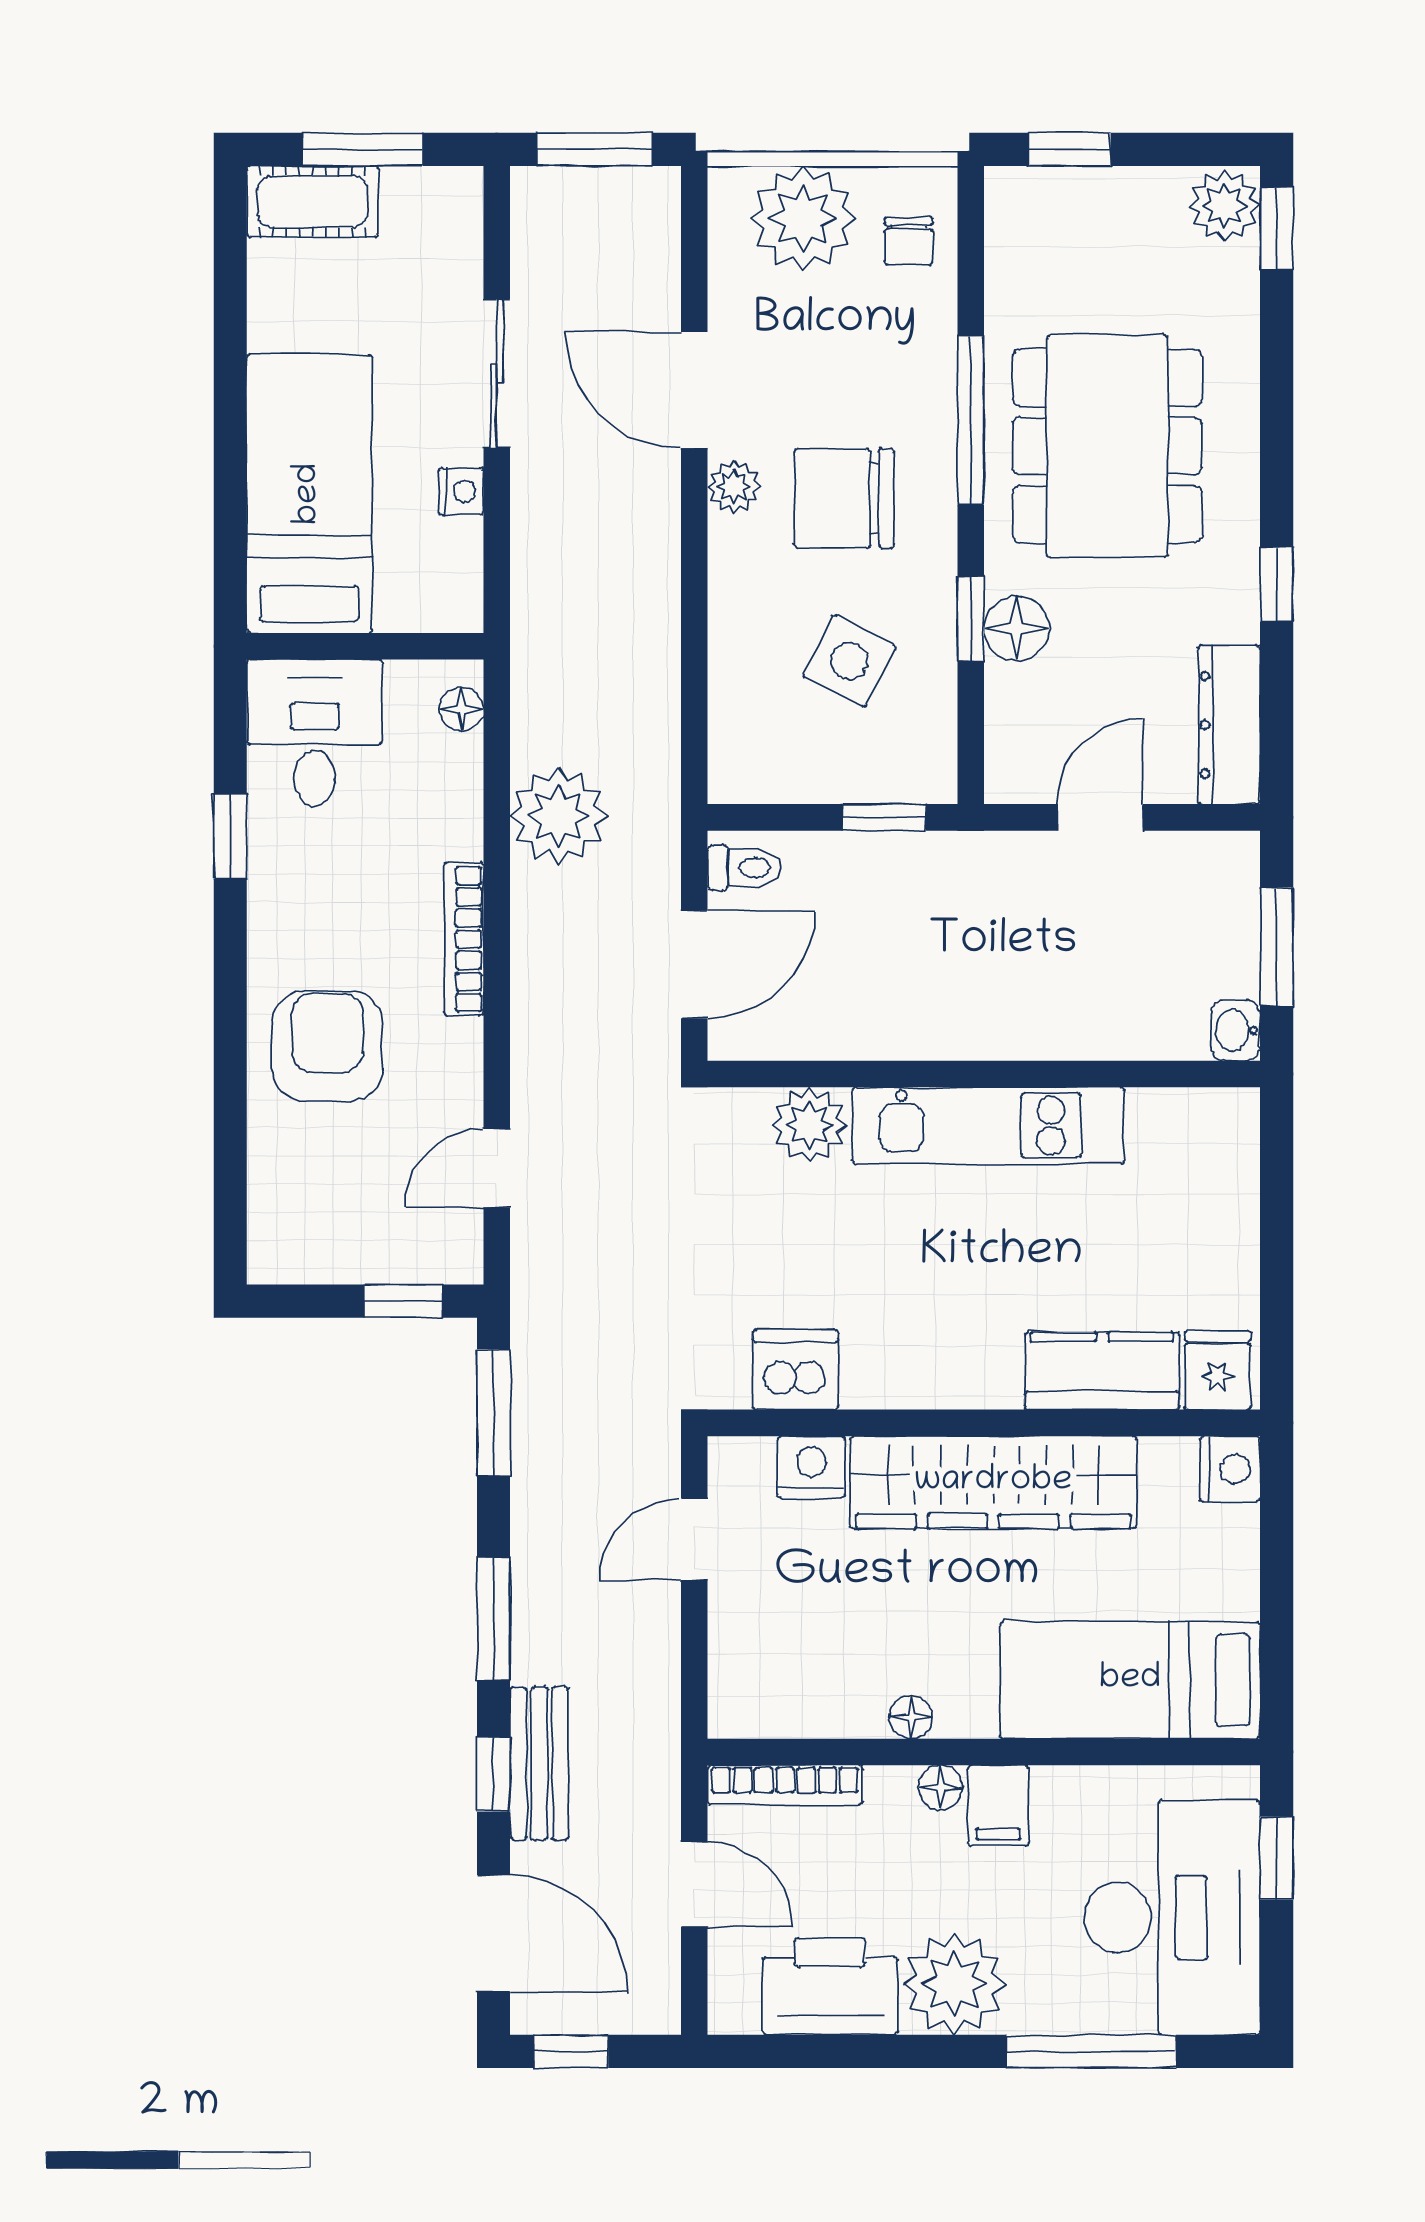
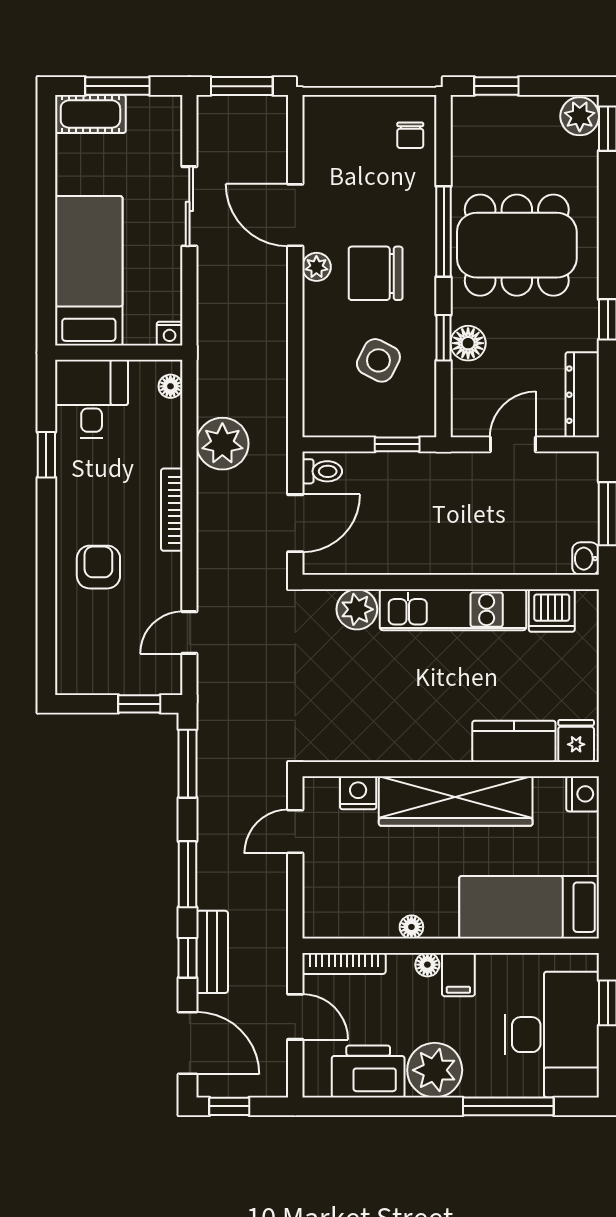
plant: (803, 218) -> (354, 123), removed
dining table: (1107, 446) -> (517, 245), turned 90
nightstand: (461, 491) -> (170, 334), moved, turned 90
armchair: (327, 1046) -> (98, 567), width x0.72, depth x0.72
dishwasher: (795, 1370) -> (552, 611), moved, turned 180

